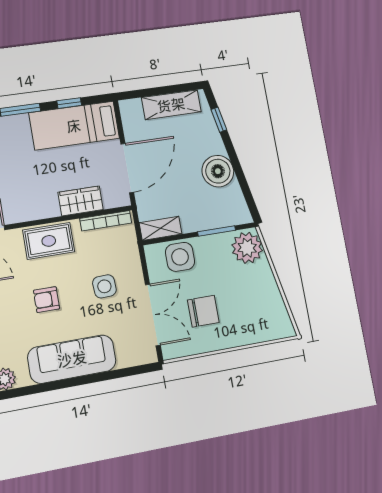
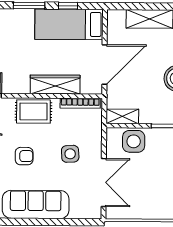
wardrobe: (81, 201) -> (55, 84), width x1.50
armchair: (47, 300) -> (24, 156), turned 180
chair: (203, 311) -> (144, 187), removed

